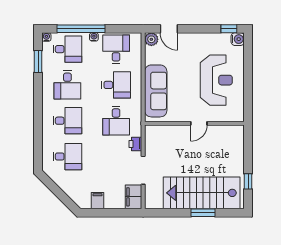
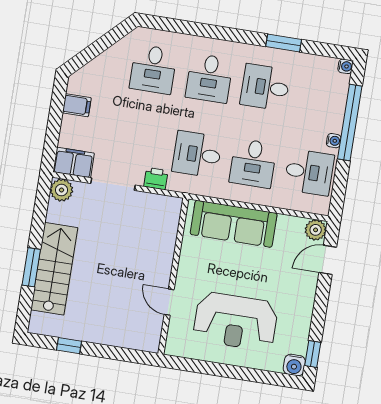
desk: (67, 49) -> (321, 96), removed
window: (38, 61) -> (284, 43), moved
door: (199, 123) -> (169, 302), moved
stairs: (202, 193) -> (54, 269), width x0.73, depth x0.66
plant: (152, 202) -> (61, 190), added

